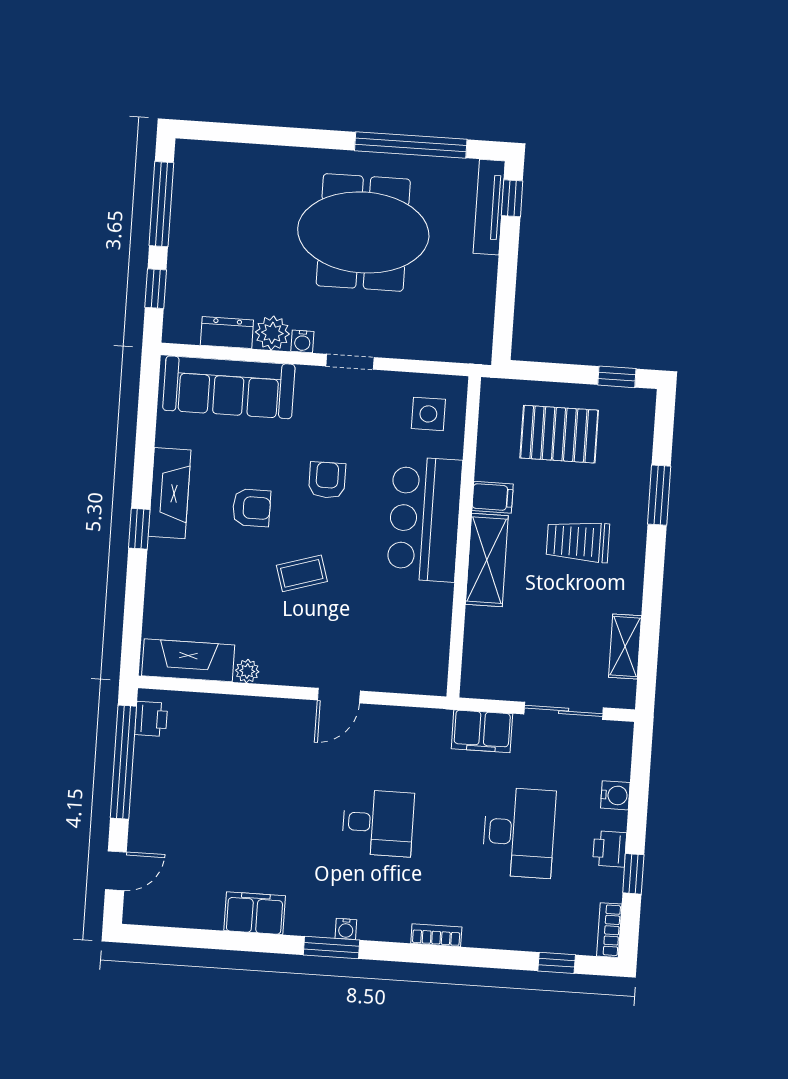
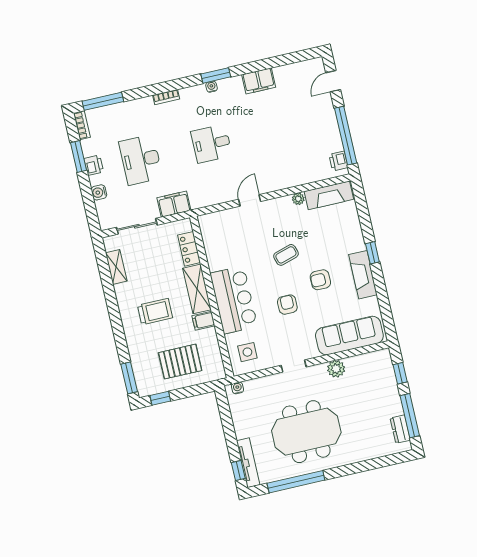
dresser: (227, 333) -> (400, 429), moved, turned 90
water cooler: (302, 341) -> (237, 388), moved
armchair: (327, 480) -> (287, 305), turned 180
window: (659, 495) -> (129, 378), moved
locker: (479, 639) -> (189, 249), added
window: (633, 874) -> (78, 156), width x1.50
window: (557, 963) -> (103, 101), width x2.17

